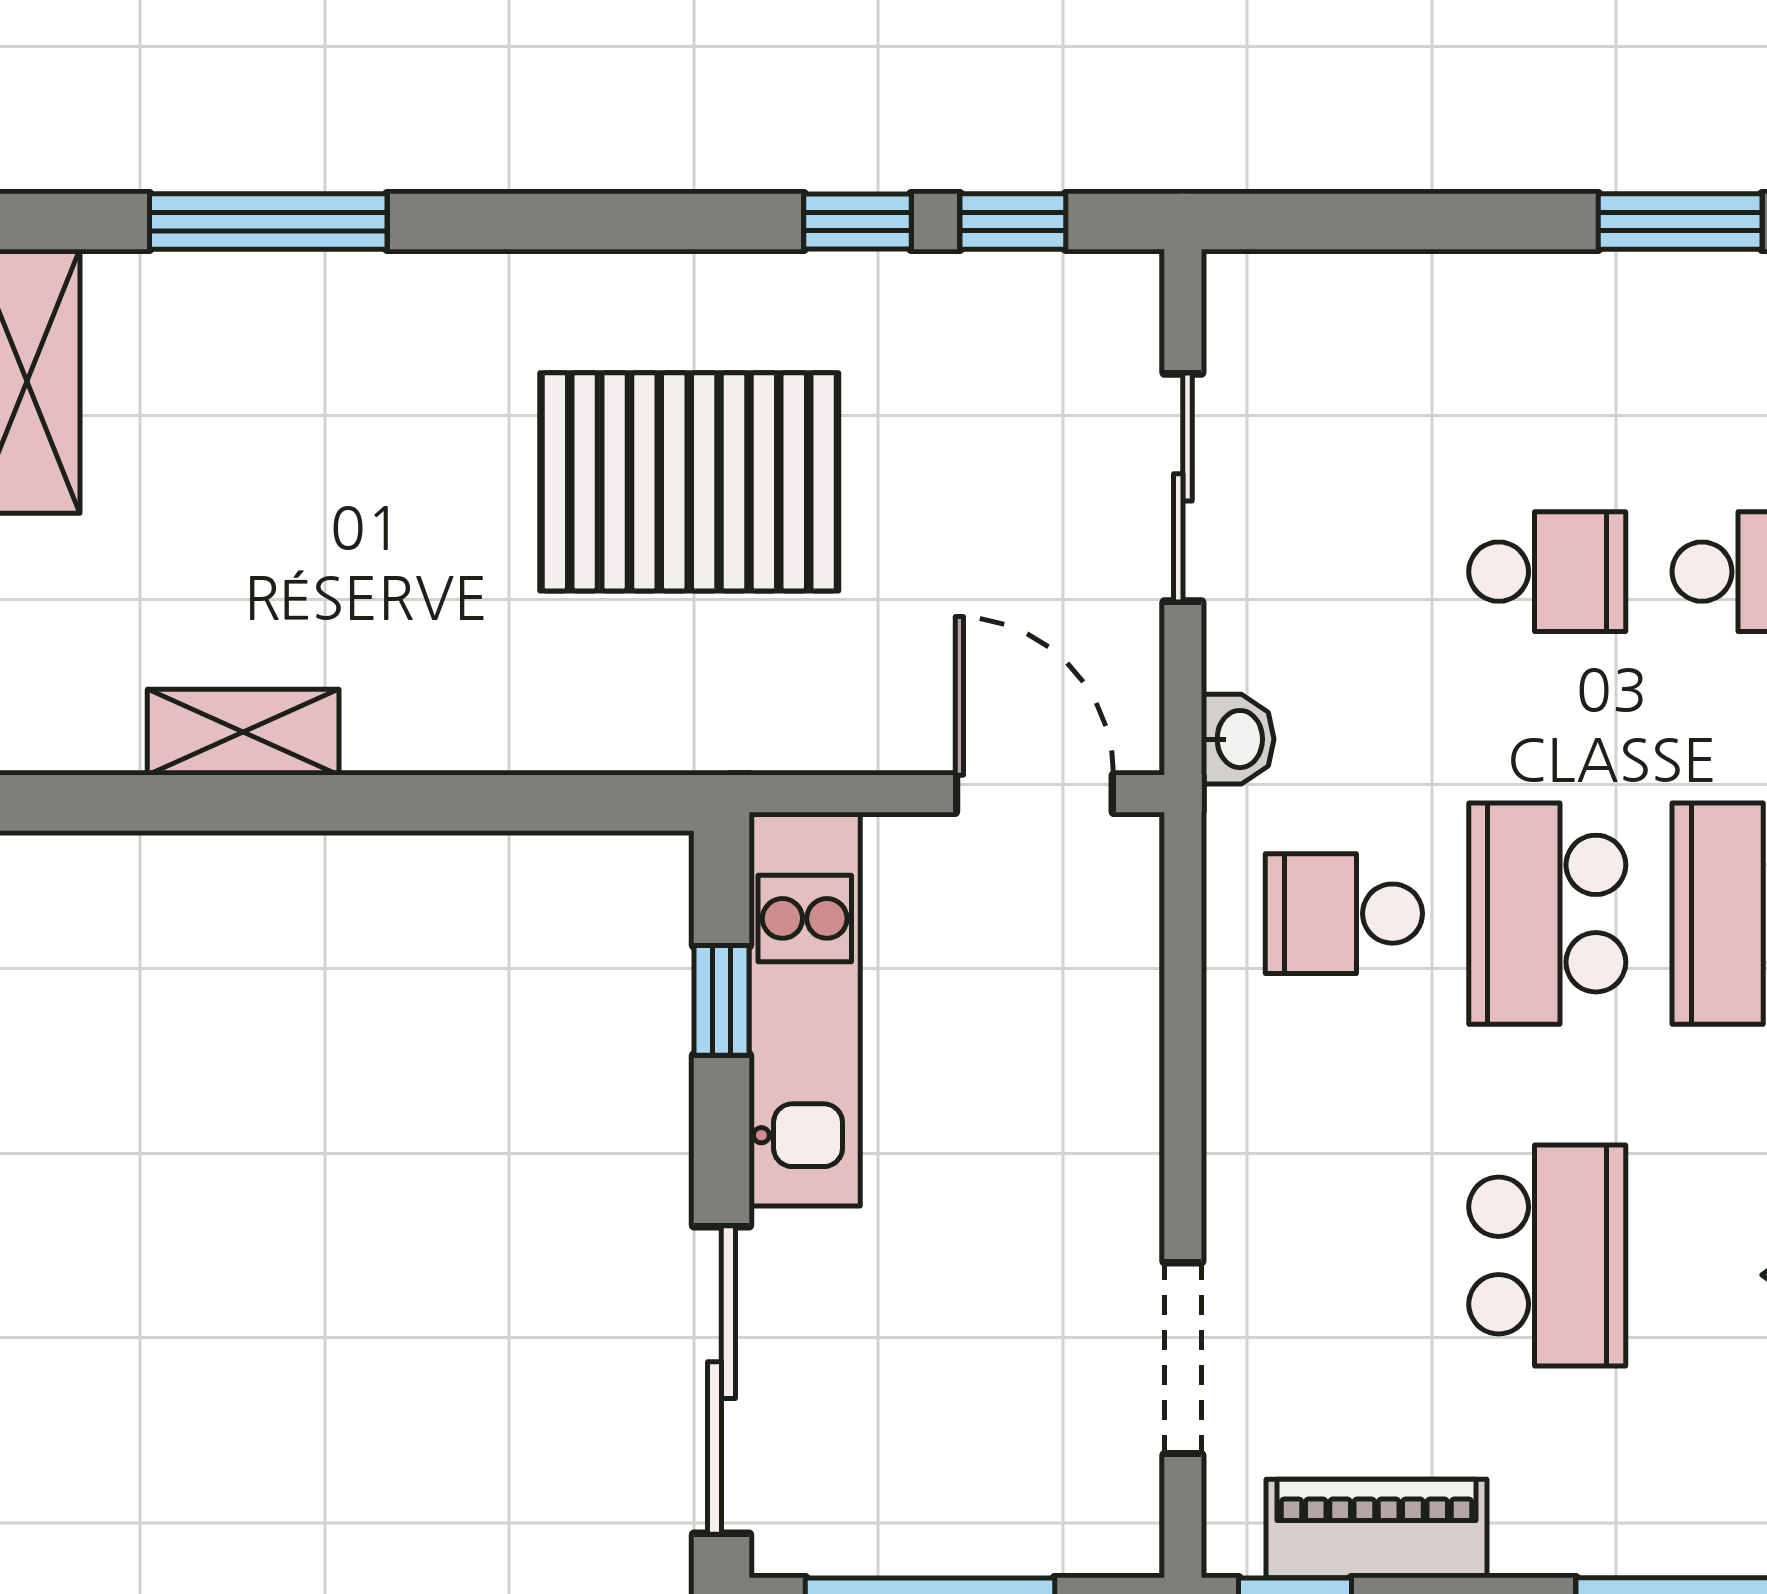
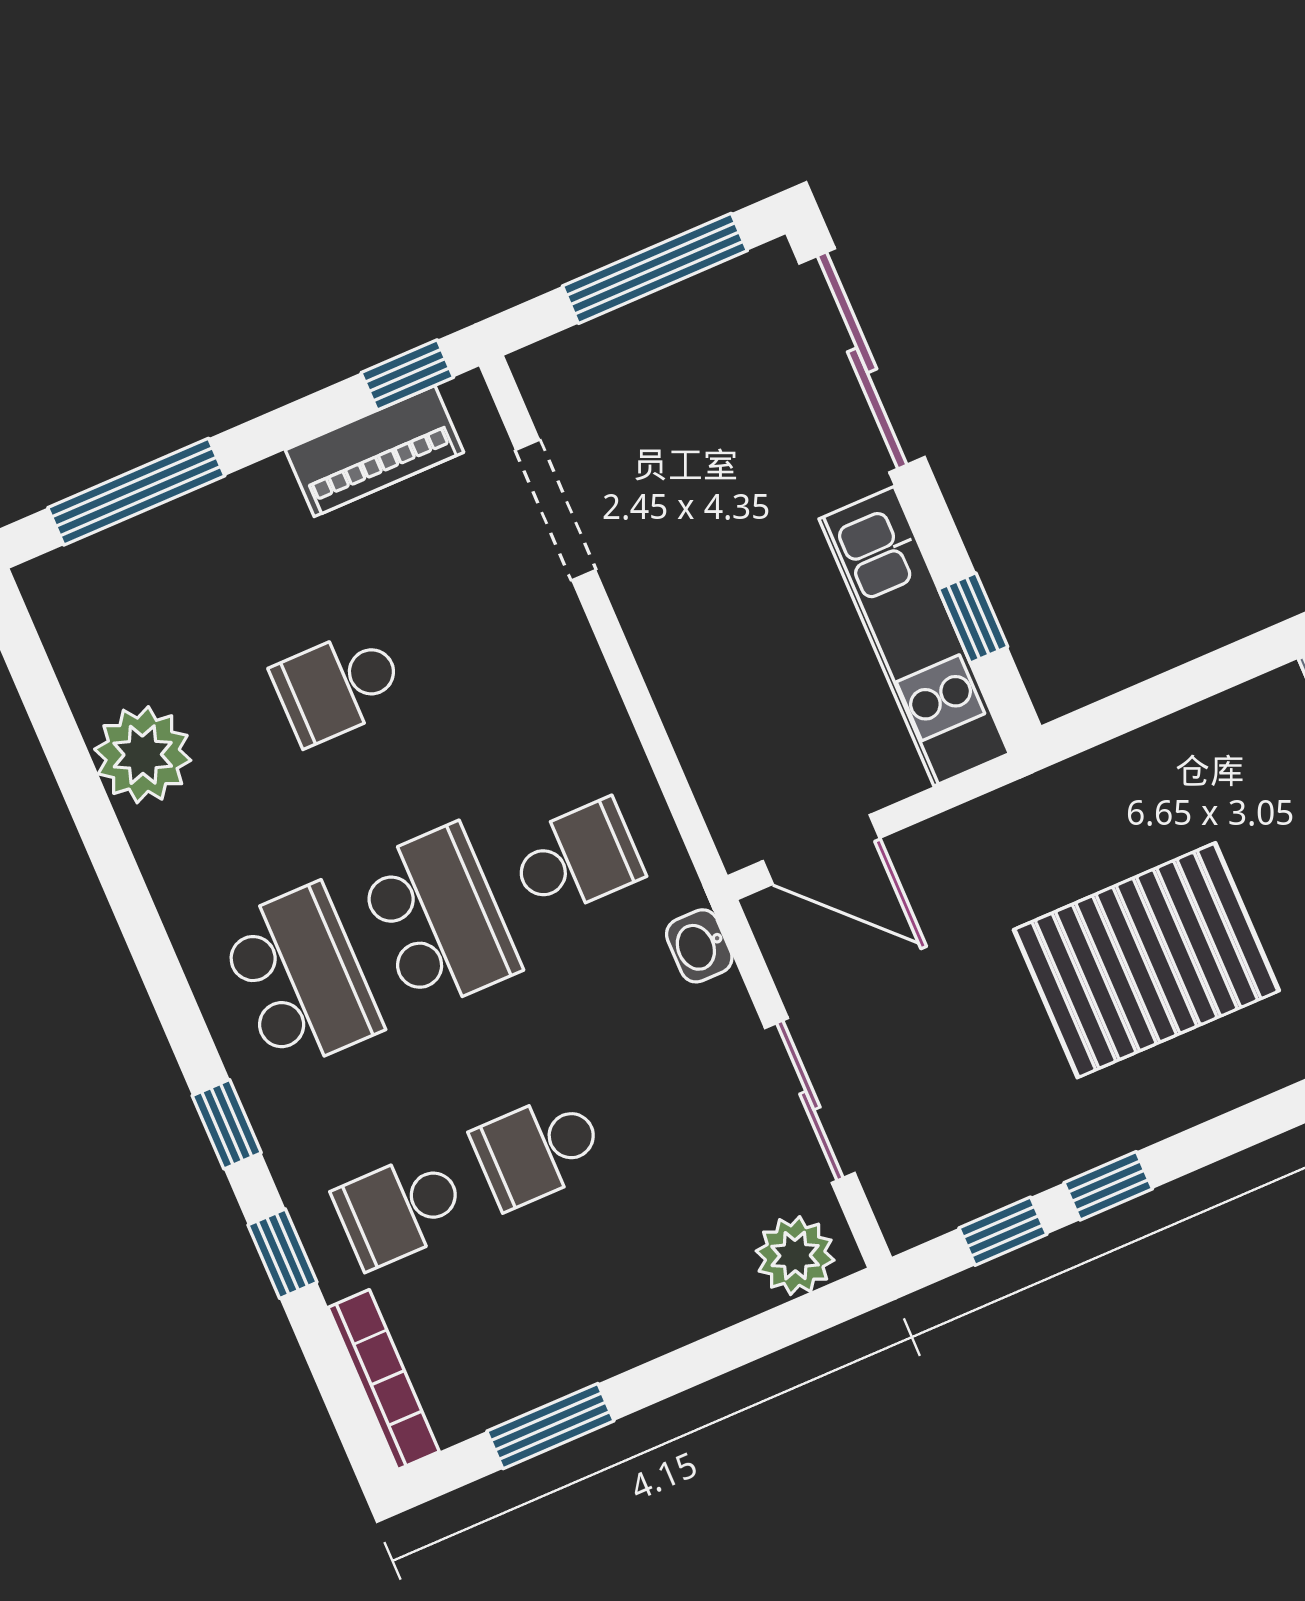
plant: (1284, 303) -> (795, 1256), added
school desk: (1547, 1256) -> (338, 686), width x0.54

